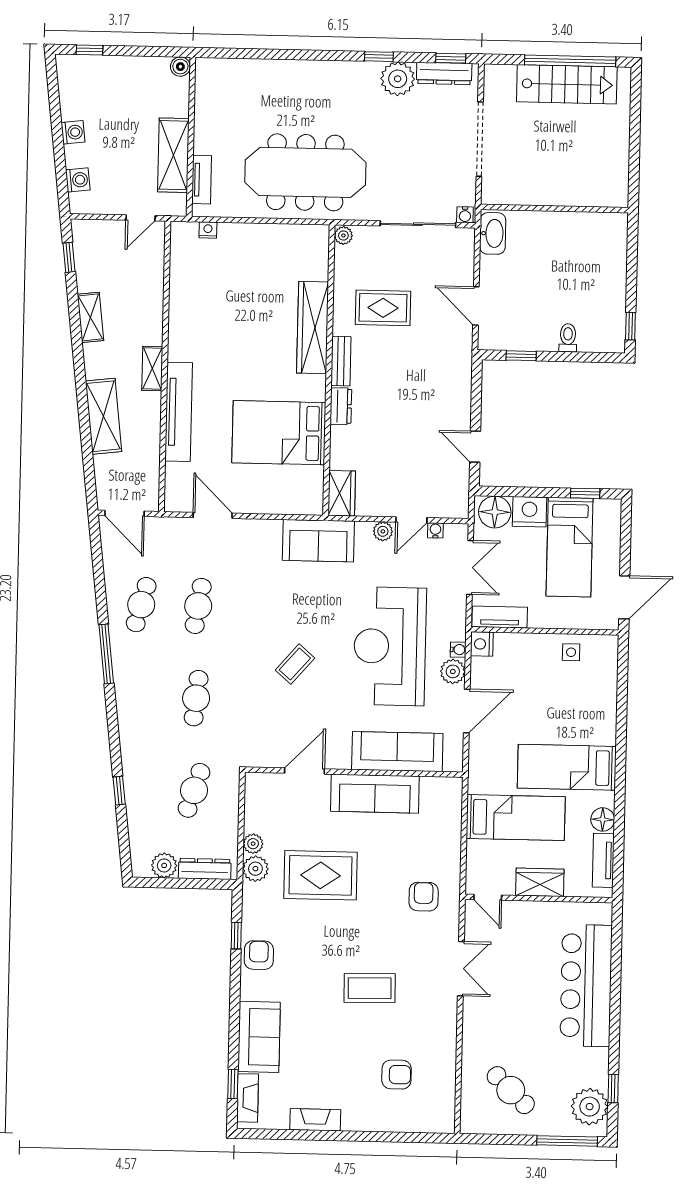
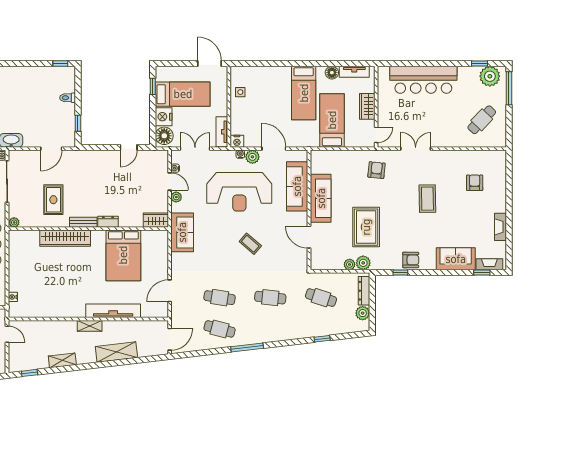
armchair: (424, 897) -> (376, 170), turned 96
armchair: (259, 955) -> (411, 260), turned 180

